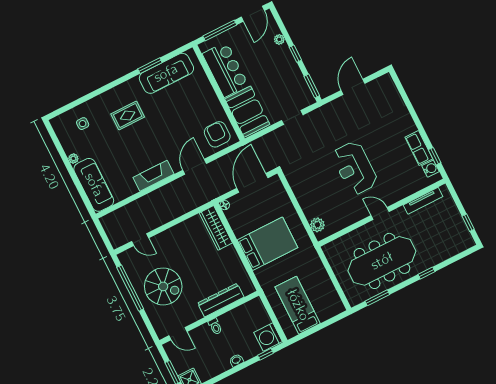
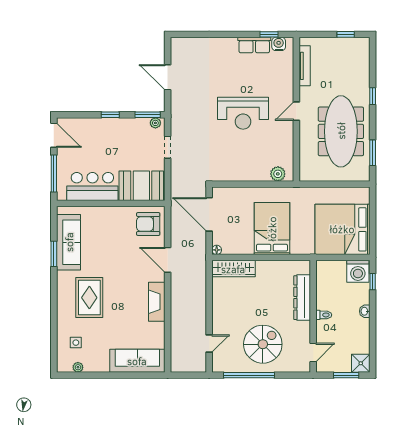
plant: (279, 39) -> (155, 123), moved
rug: (128, 115) -> (89, 298), width x1.36, depth x1.43
plant: (73, 159) -> (78, 367), moved
bed: (298, 305) -> (342, 229), width x2.04

